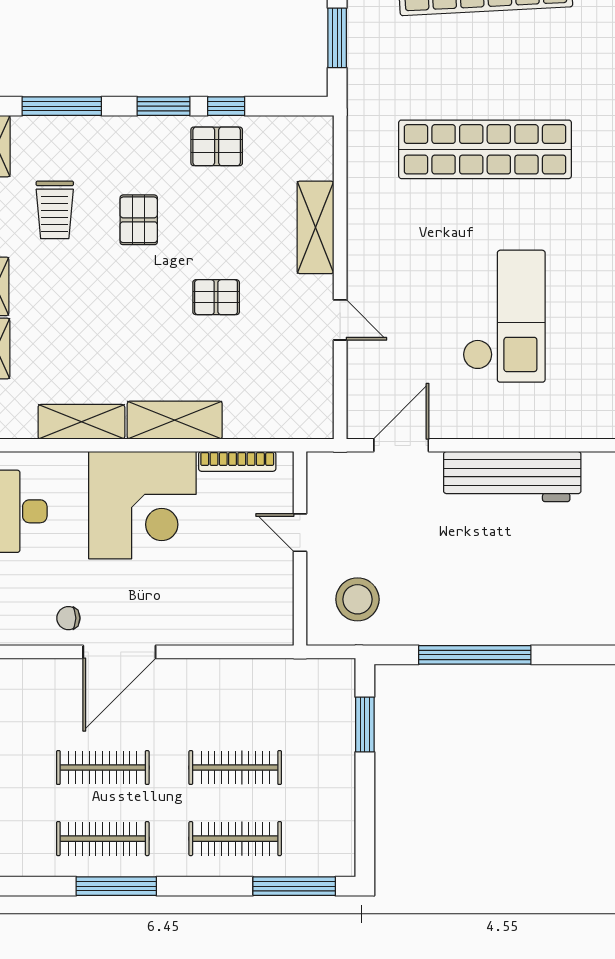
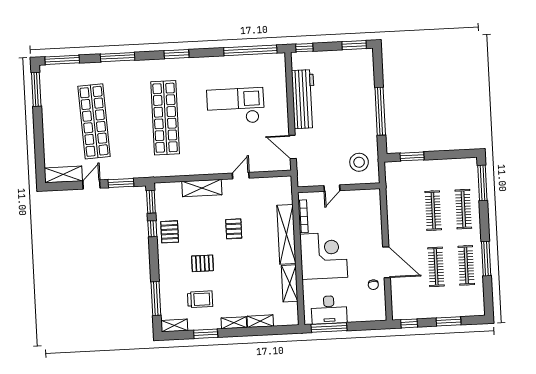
window: (164, 106) -> (151, 202), moved
shelving: (175, 420) -> (286, 234), width x1.47

